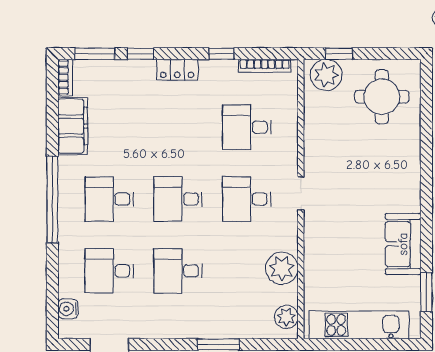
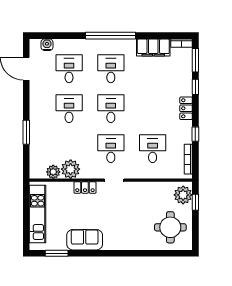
locker: (313, 243) -> (85, 187), added
plant: (286, 317) -> (53, 172), moved

